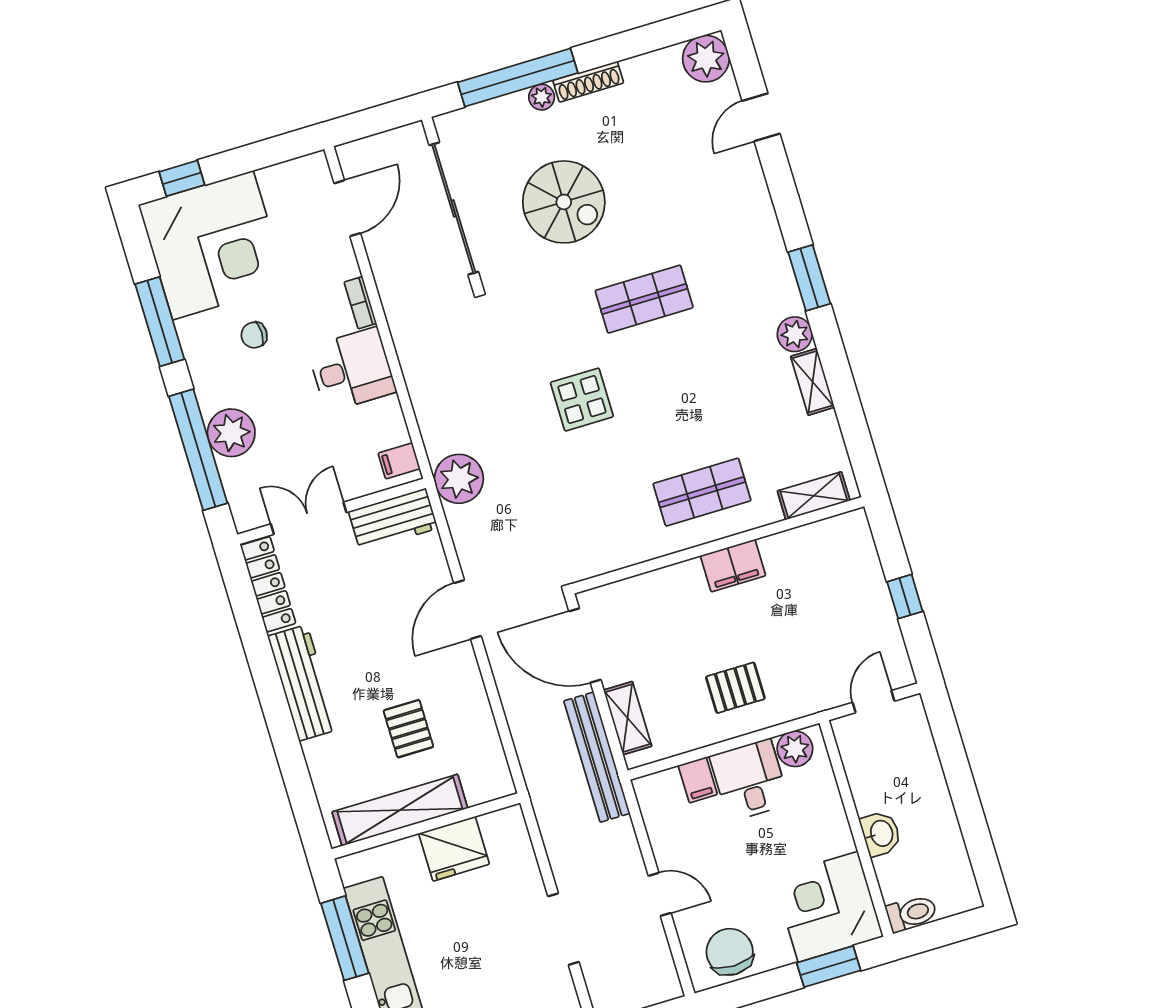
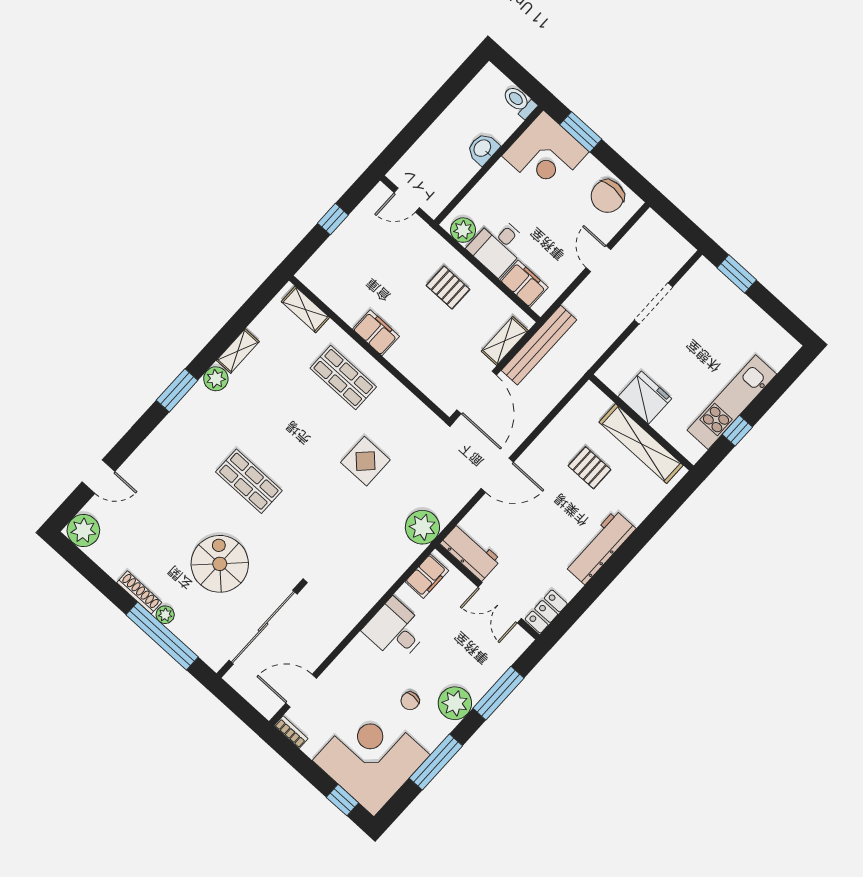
bookcase: (360, 303) -> (291, 732), moved, turned -90
chair: (254, 335) -> (410, 701), turned 90
display table: (582, 400) -> (365, 461), moved
plant: (231, 433) -> (455, 703), moved
window: (198, 450) -> (498, 693), width x0.68
filing cabinet: (399, 461) -> (427, 576), width x2.00
locker: (268, 584) -> (546, 612), width x0.66
pallet: (408, 729) -> (589, 468), turned 90
filing cabinet: (698, 780) -> (524, 284), width x2.00
window: (345, 938) -> (737, 431), width x0.46

